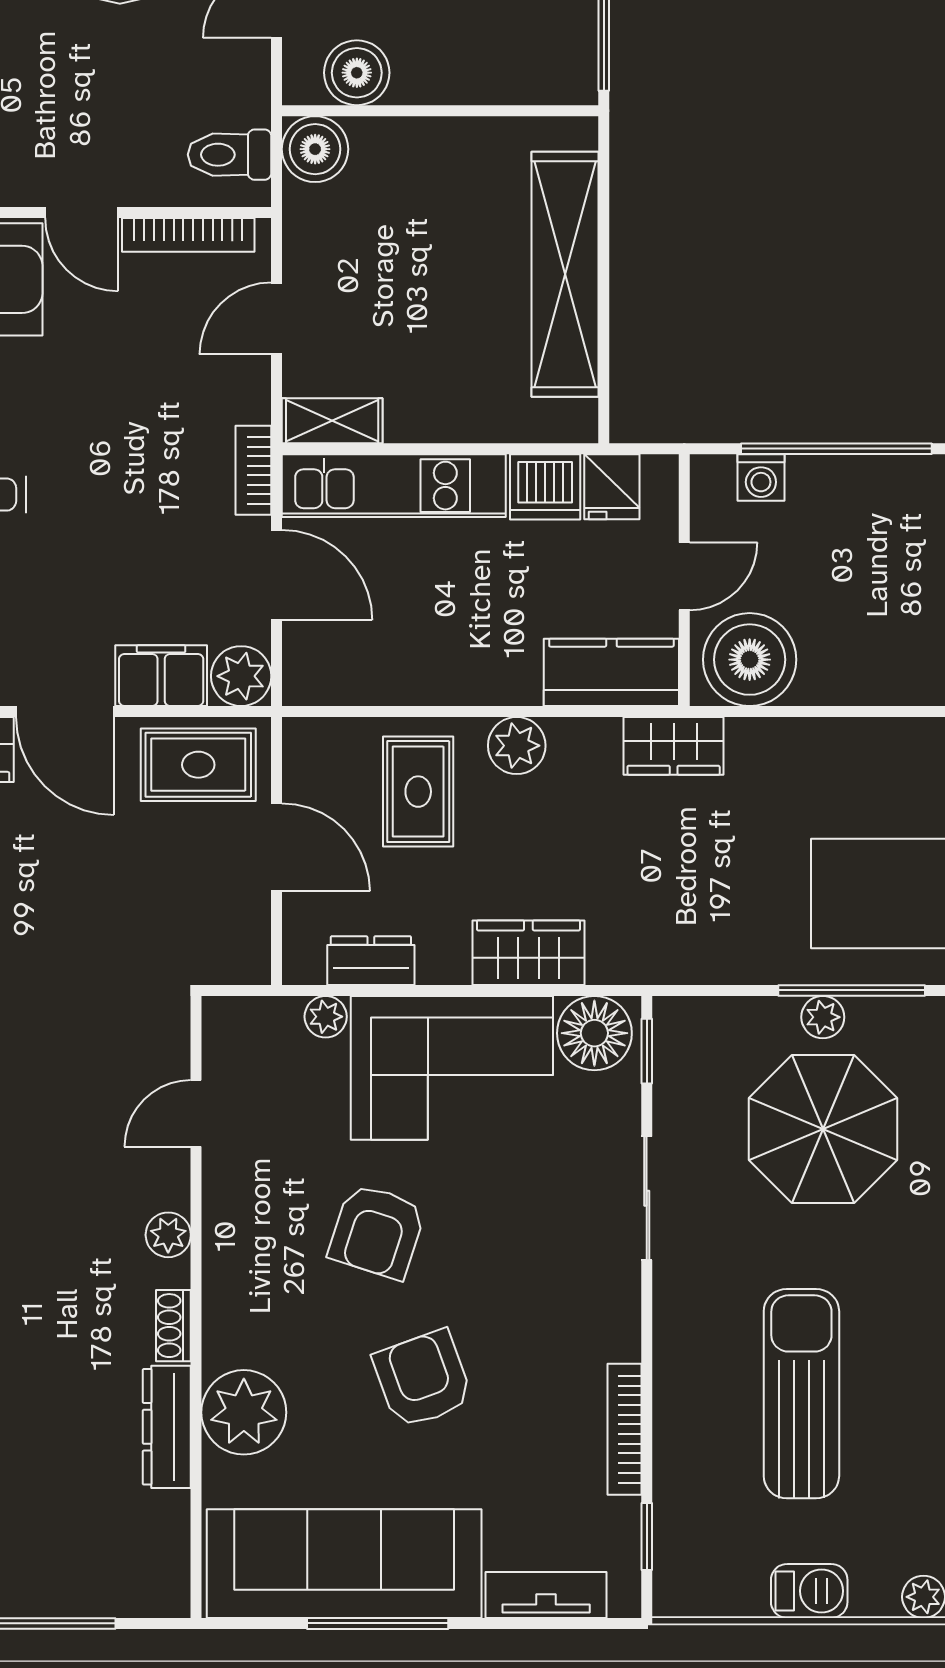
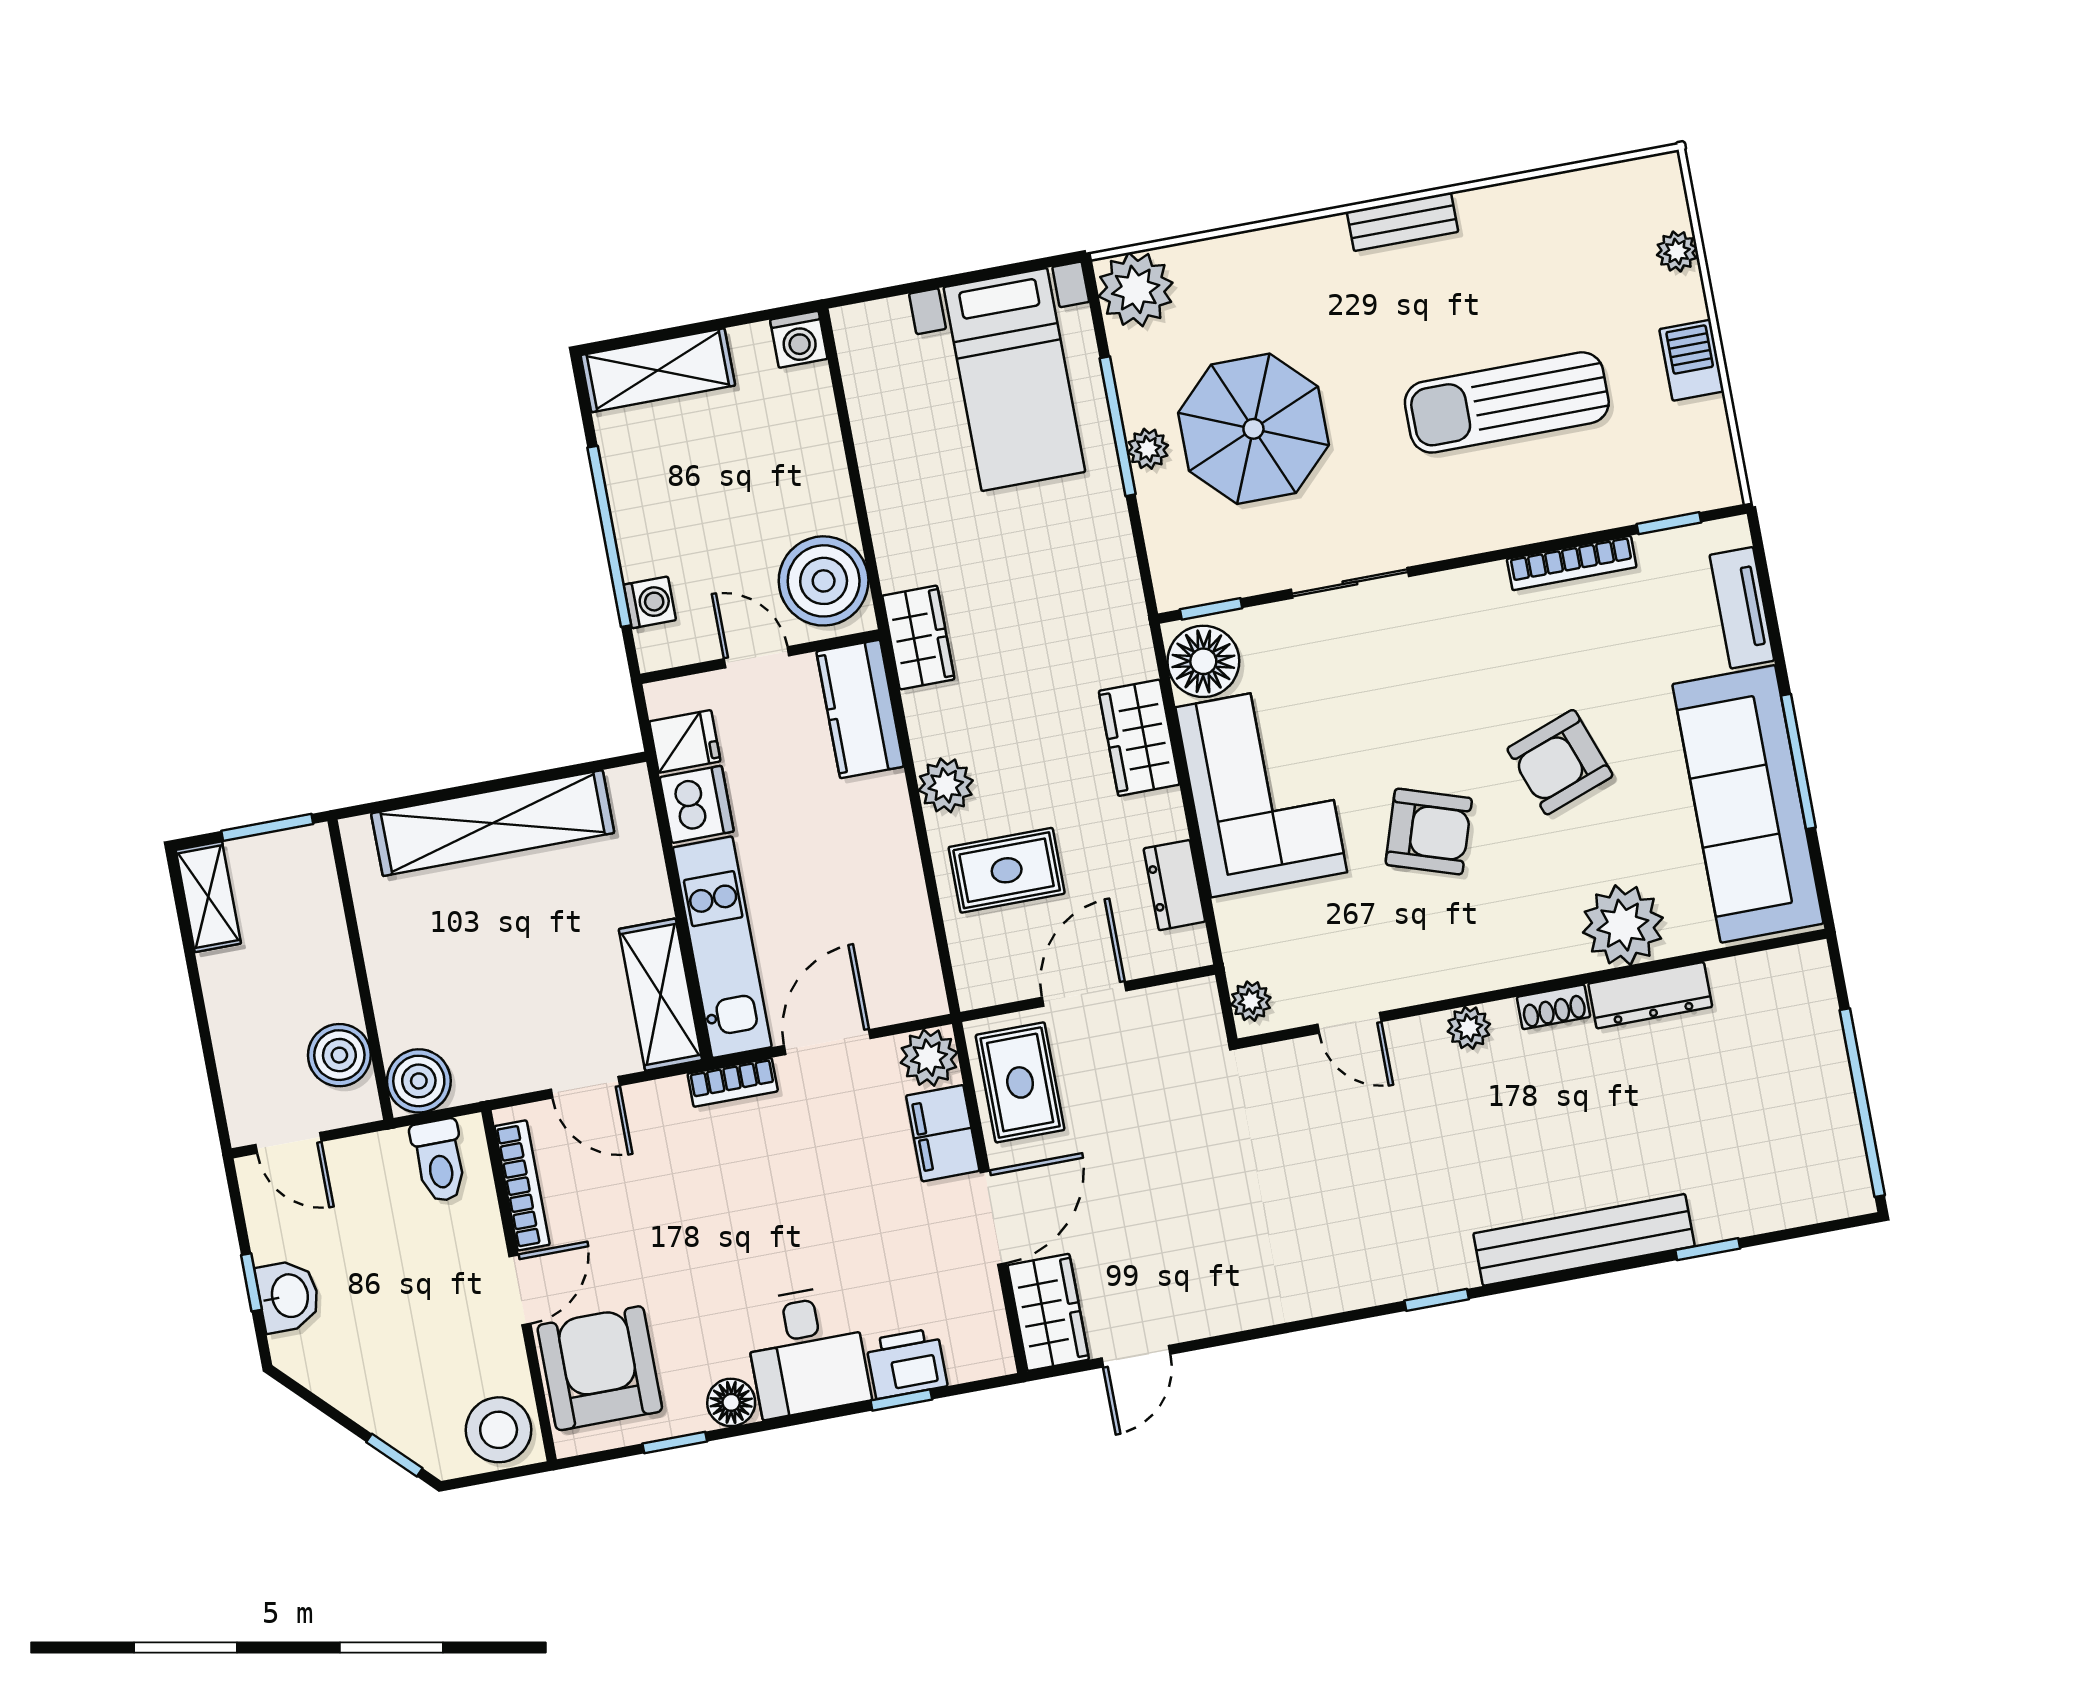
shelving: (332, 421) -> (660, 995), width x1.50, depth x1.33
plant: (326, 1017) -> (1251, 1001), moved

